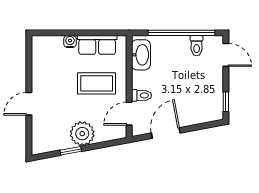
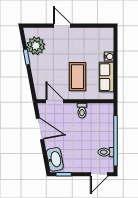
washbasin: (141, 55) -> (55, 159), moved, turned -101
toilet: (142, 95) -> (82, 111), moved
plant: (82, 134) -> (36, 46), moved

